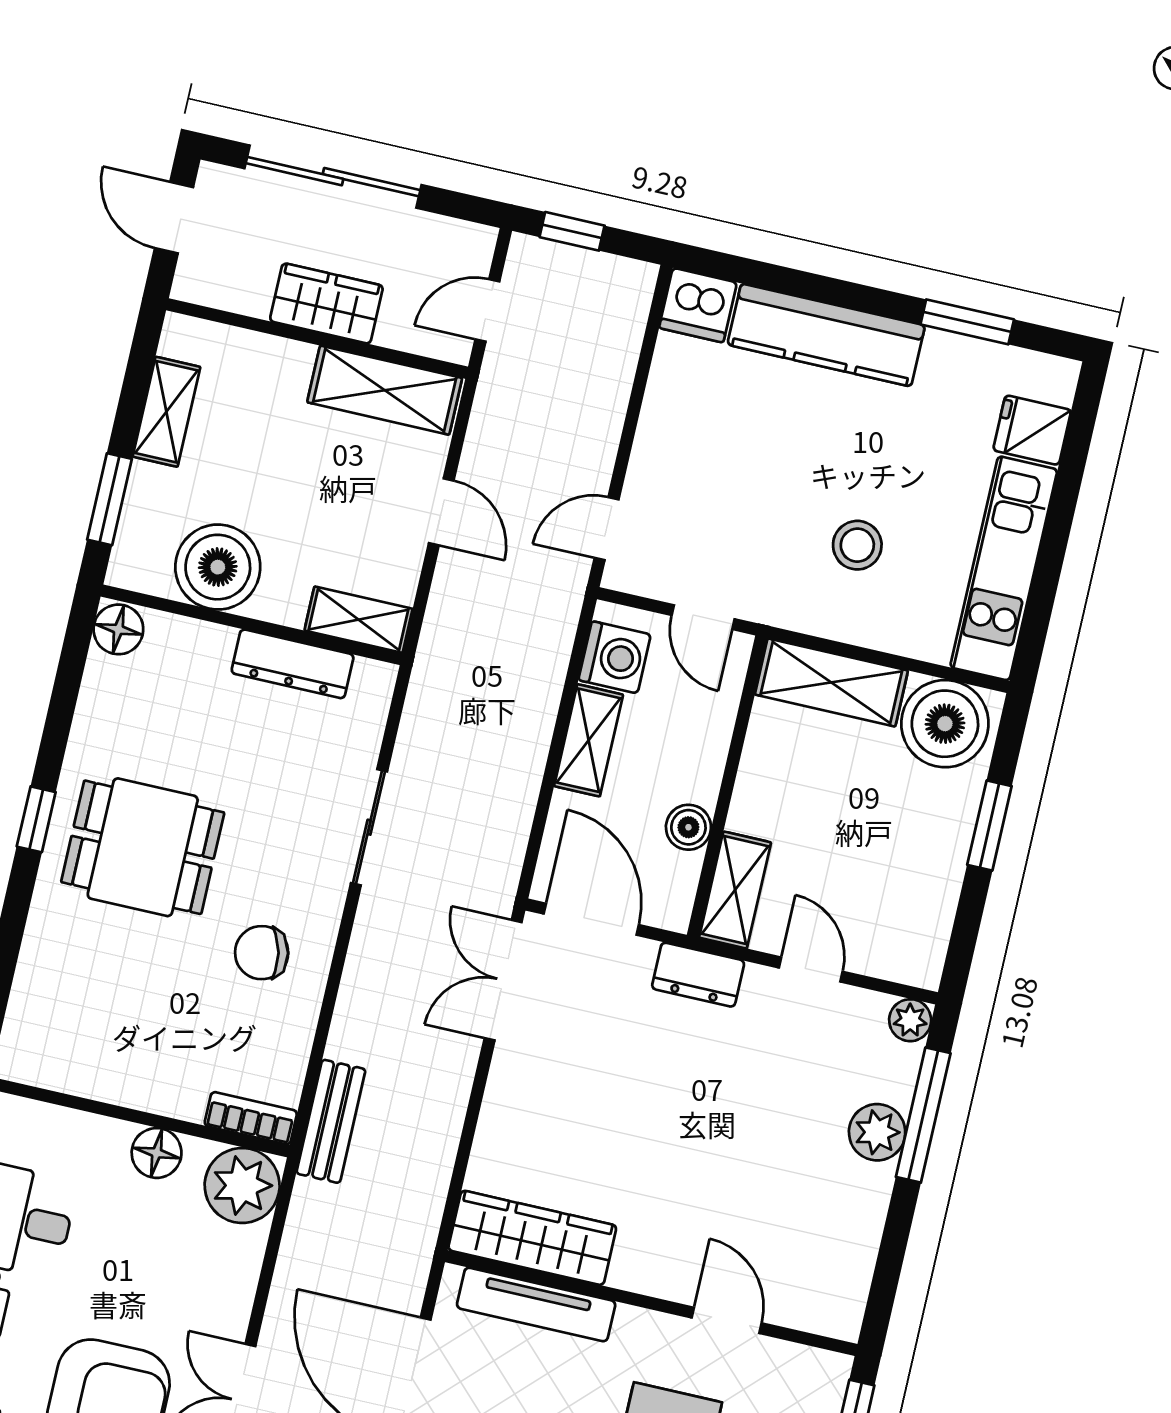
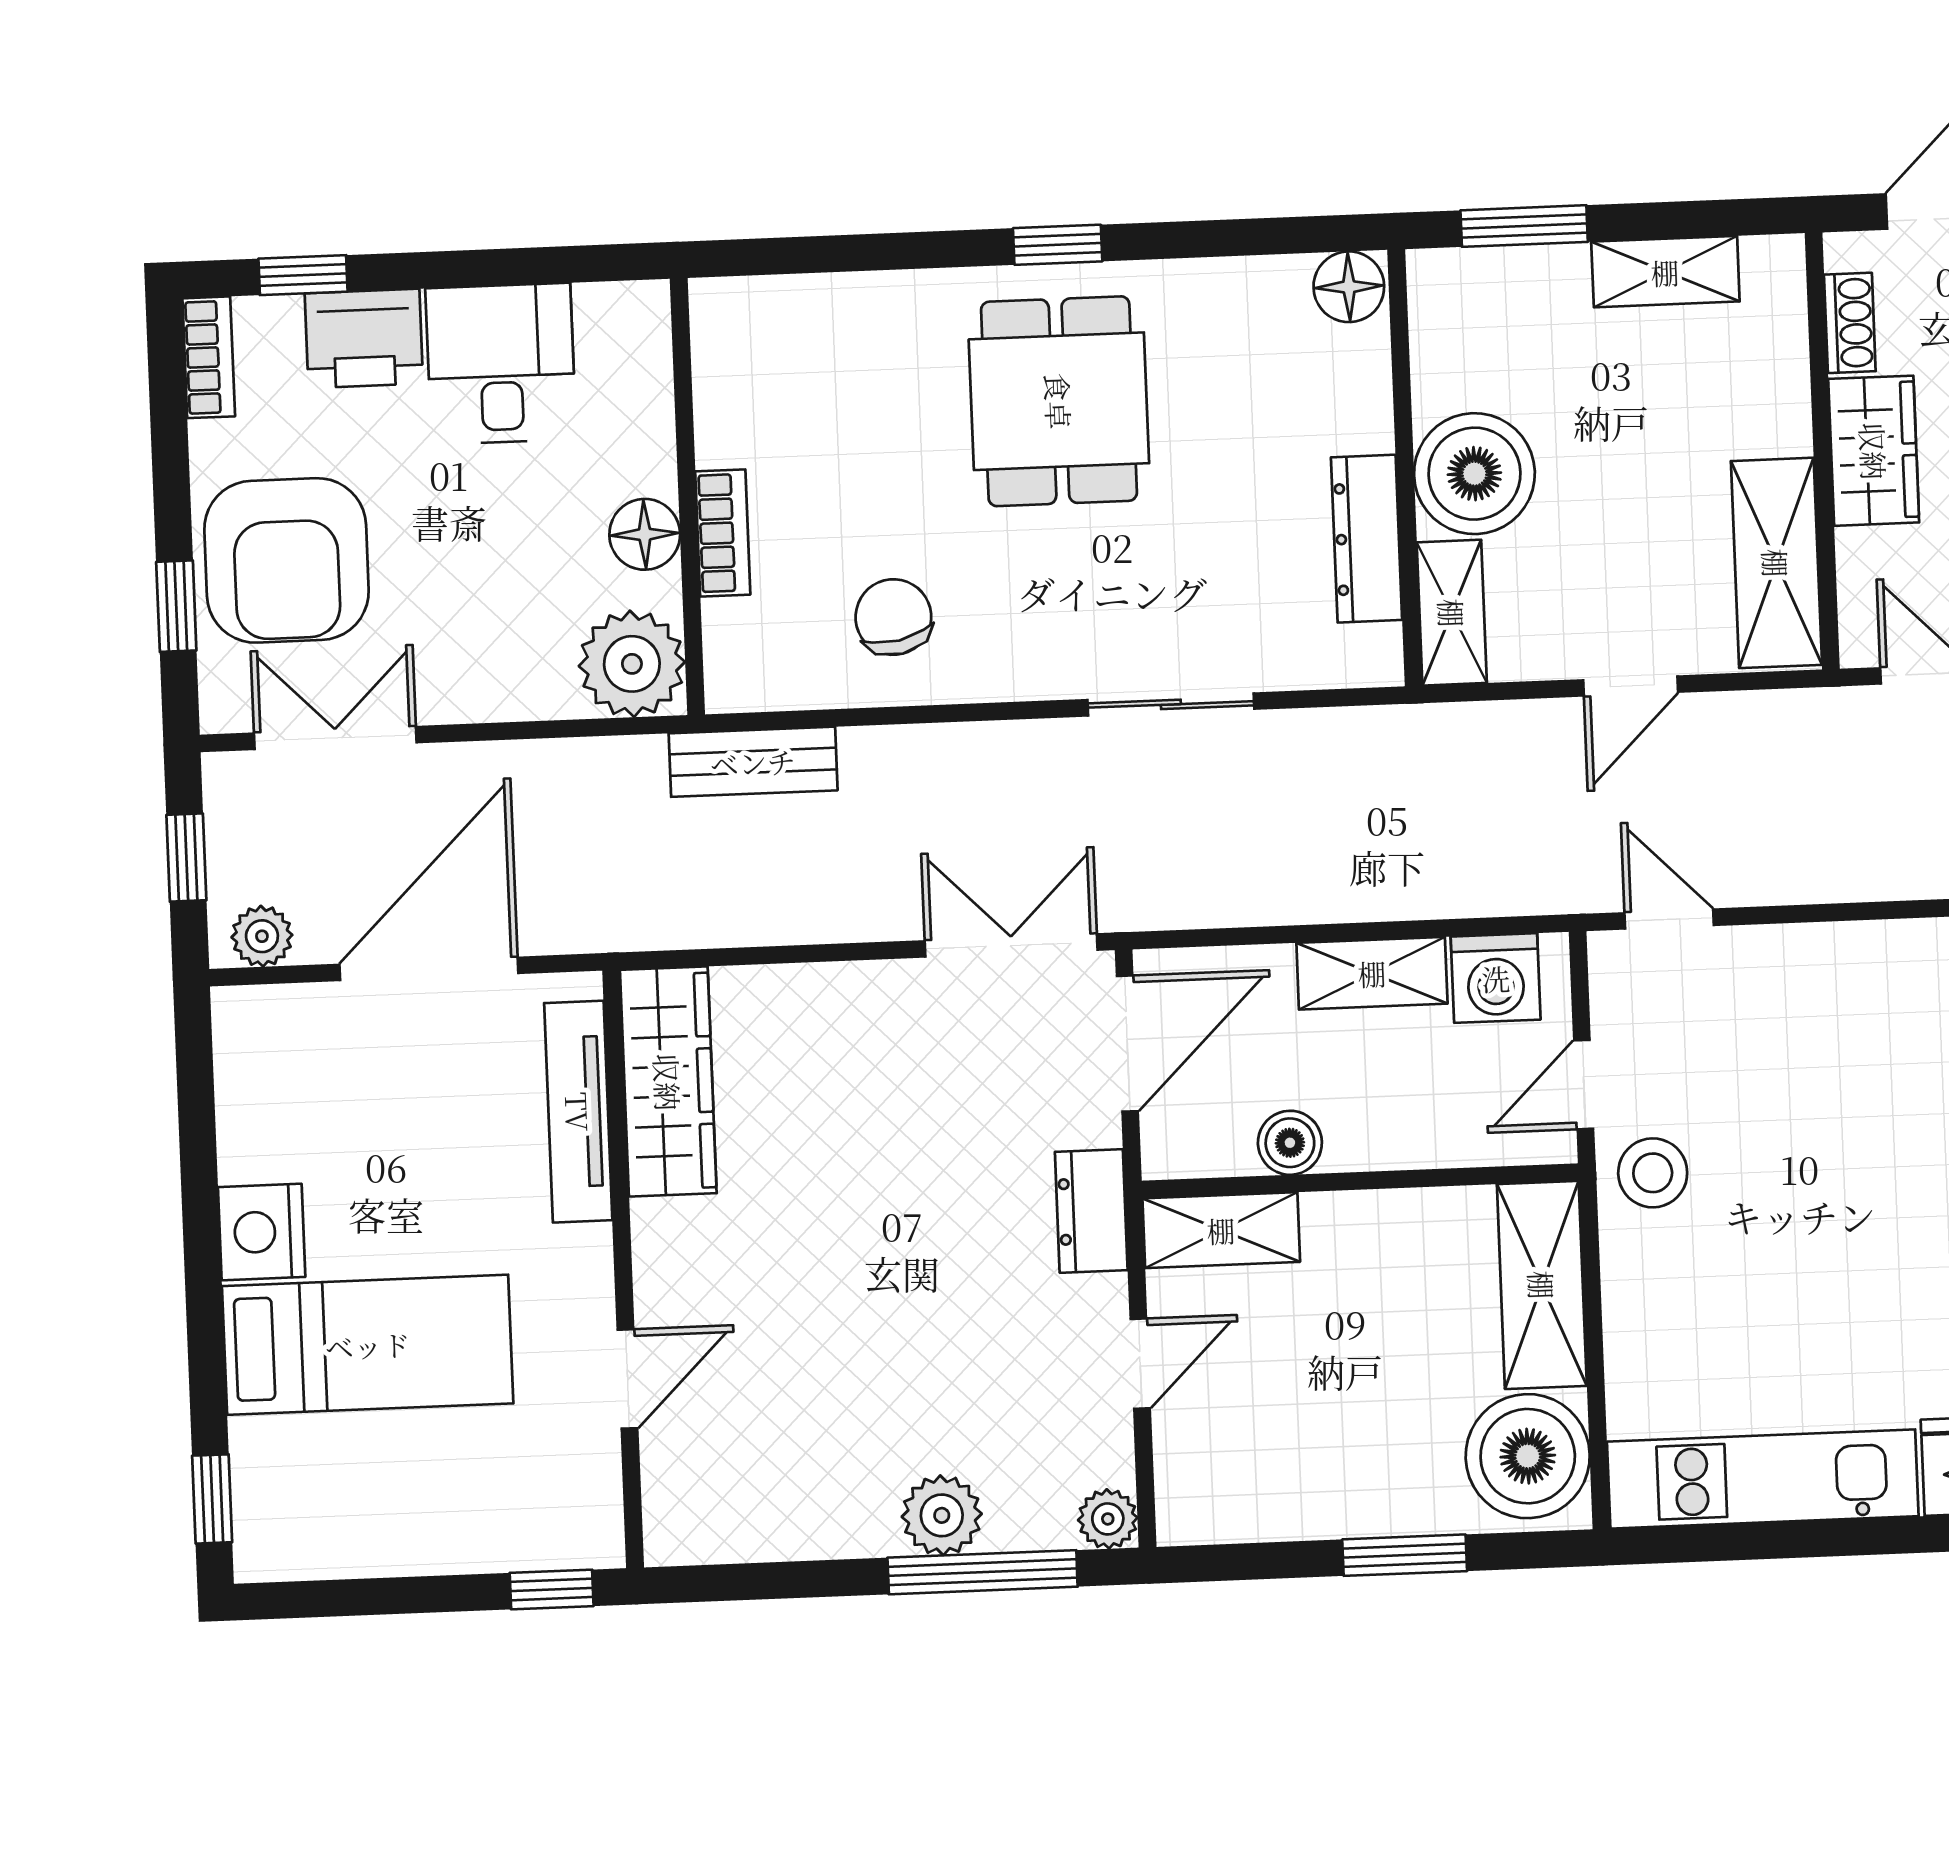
shoe rack: (235, 296) -> (1850, 323), added
stool: (857, 545) -> (1653, 1173), moved
boiler: (218, 567) -> (1474, 474), moved
chair: (262, 953) -> (893, 617), moved
bookcase: (251, 1118) -> (723, 533), moved

